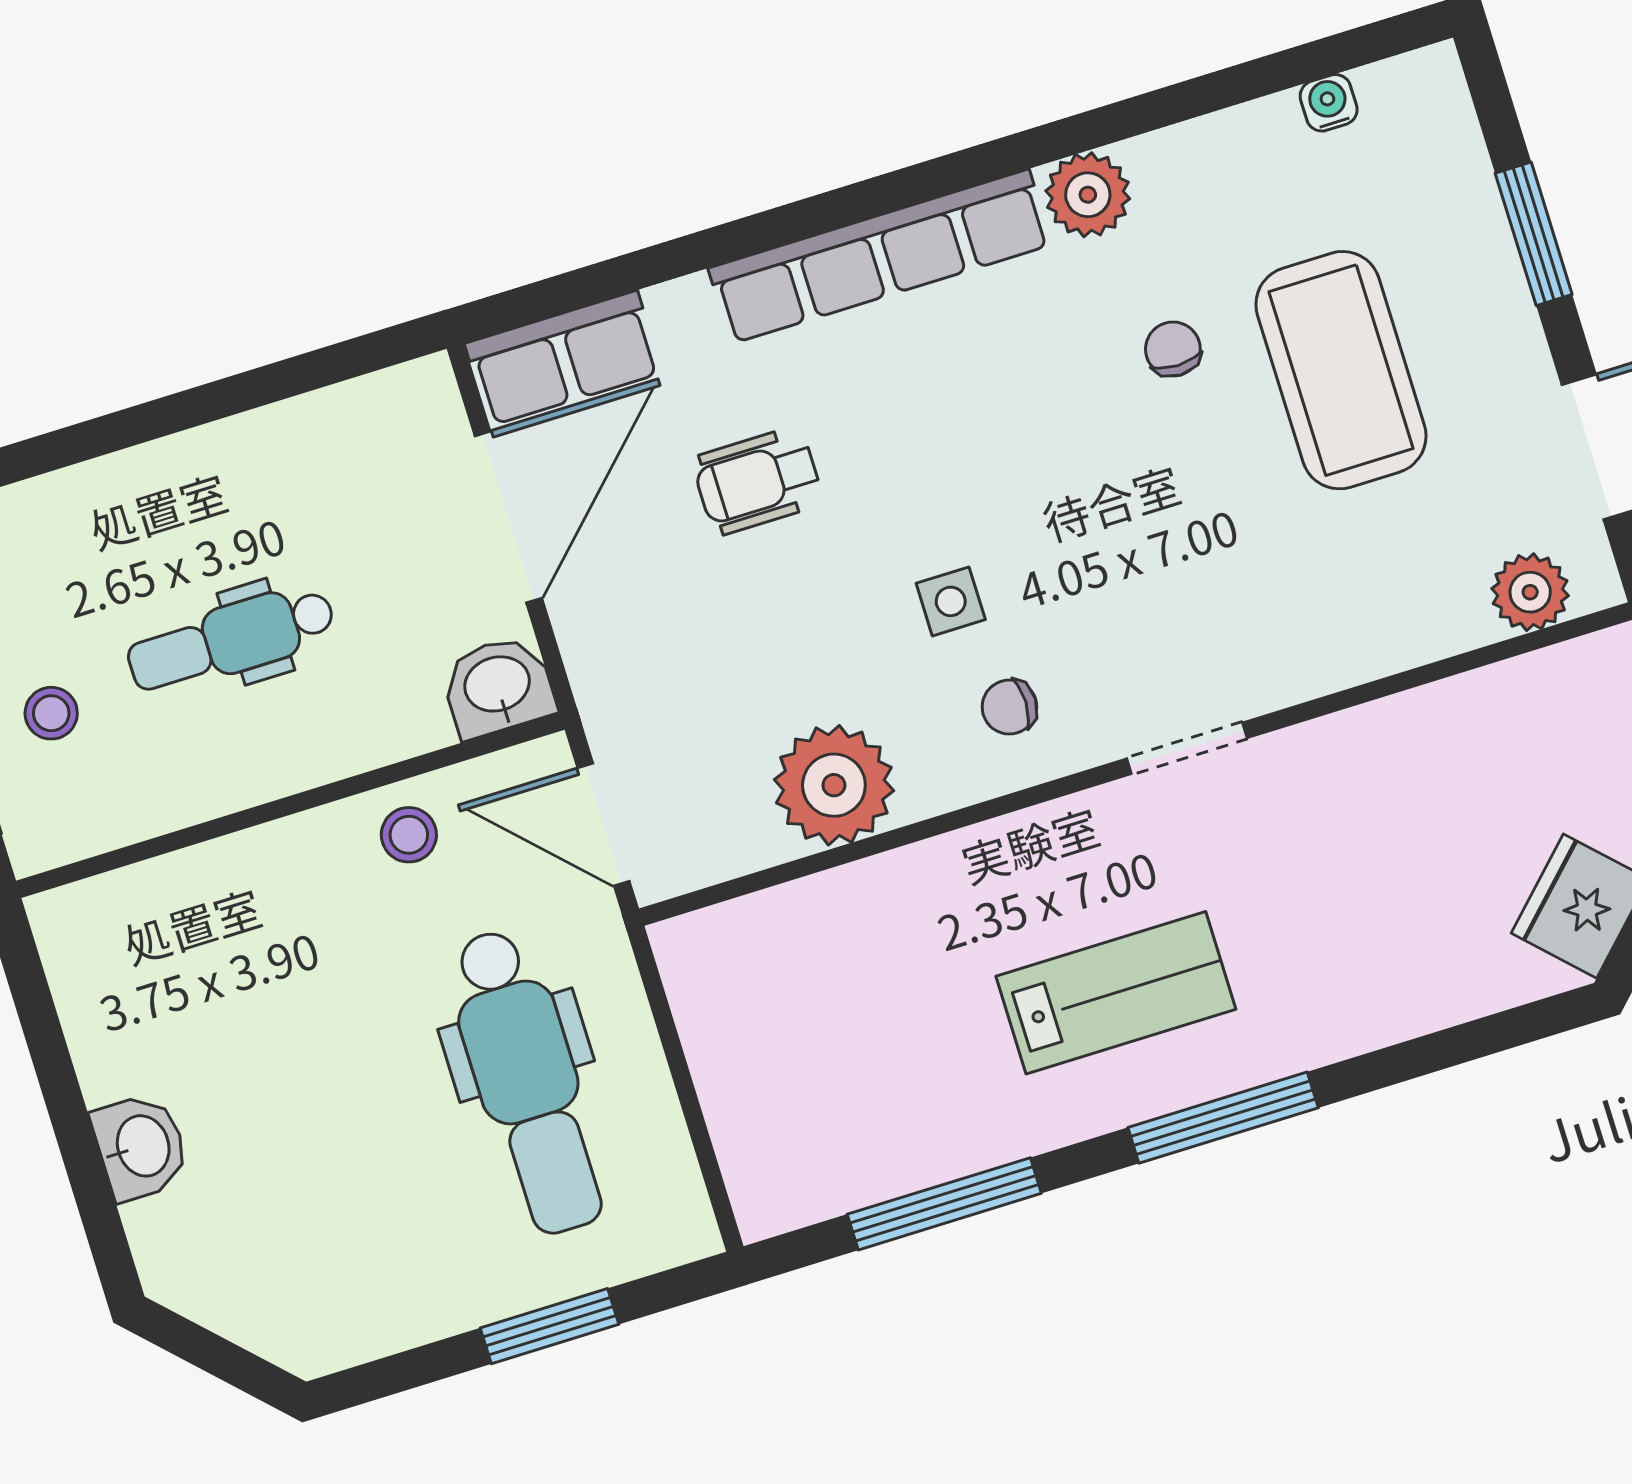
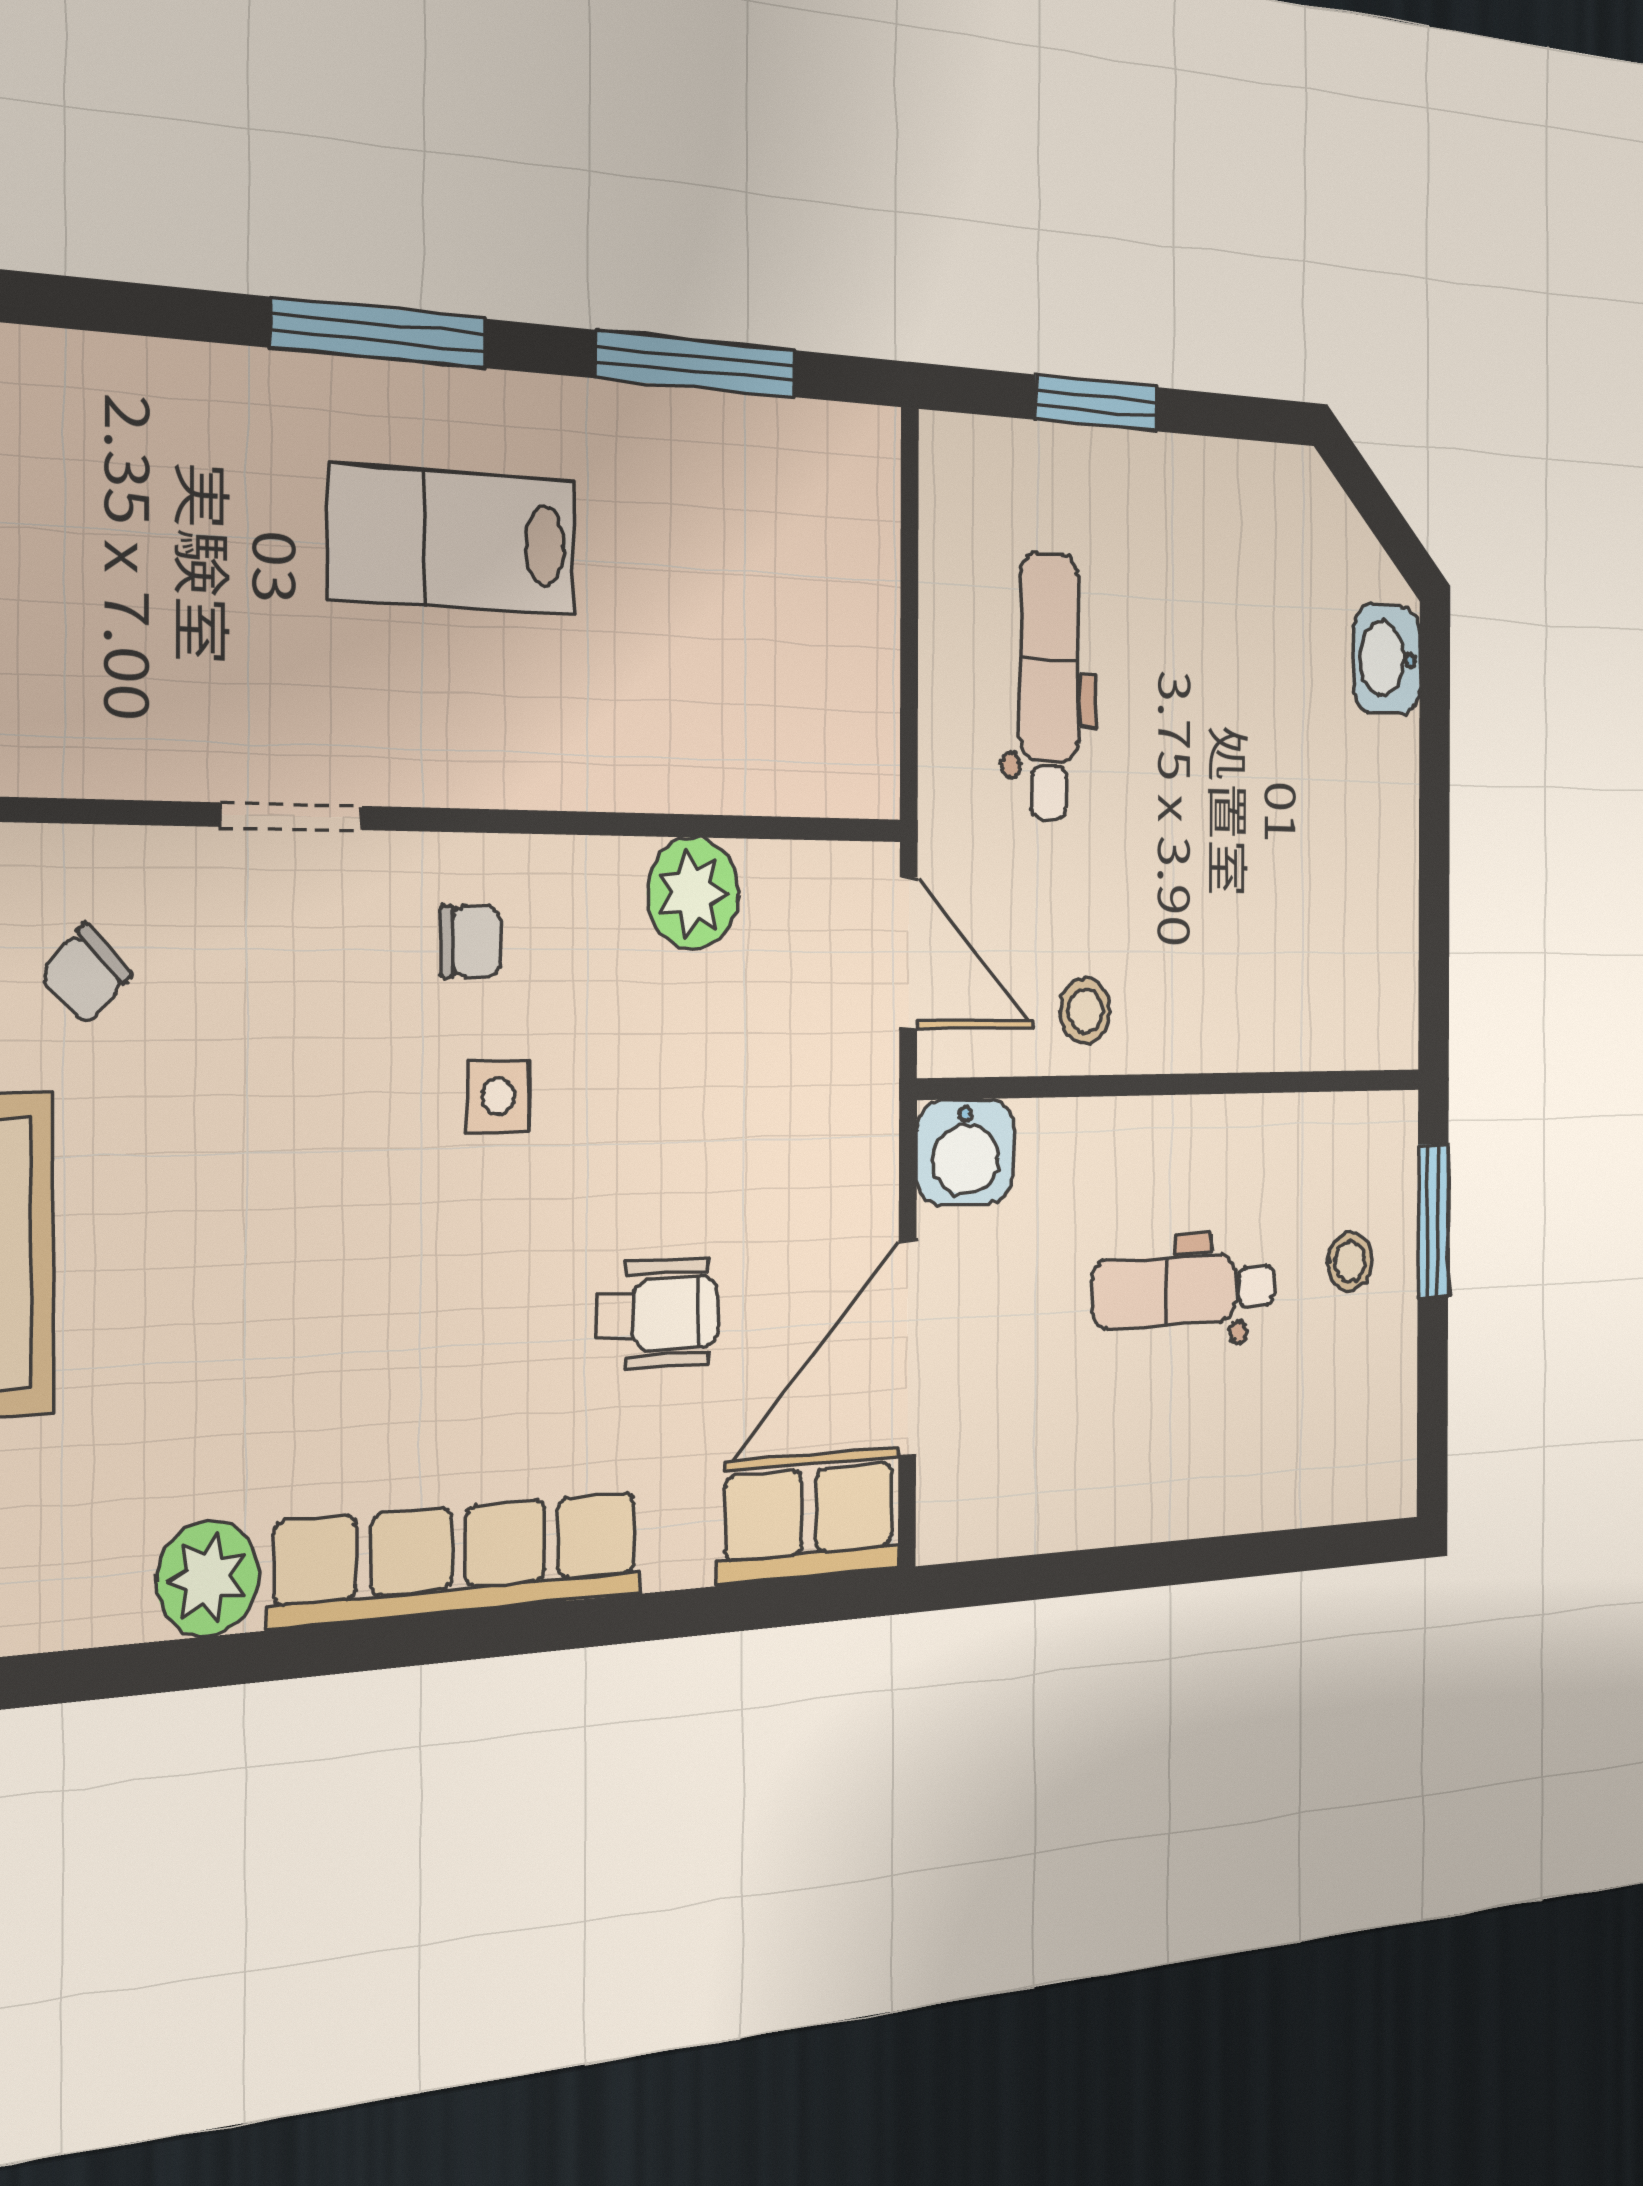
chair: (1173, 349) -> (86, 975), moved, turned 44
dental chair: (231, 639) -> (1184, 1290), turned 180
plant: (834, 785) -> (693, 893), width x0.73, depth x0.73
dental chair: (527, 1082) -> (1049, 686), width x0.73, depth x0.72
washbasin: (141, 1147) -> (1387, 659), moved

